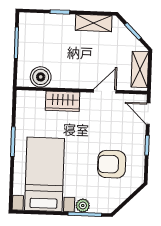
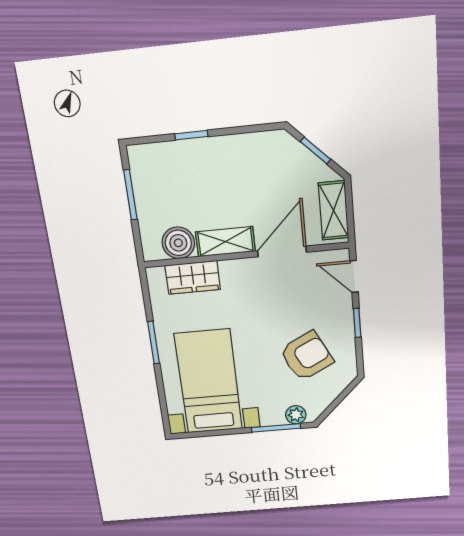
shelving: (94, 23) -> (226, 242), moved
door: (105, 91) -> (282, 251), width x1.38
wardrobe: (63, 101) -> (193, 277), moved
armchair: (112, 164) -> (306, 356), turned 153
plant: (83, 205) -> (296, 415), moved

